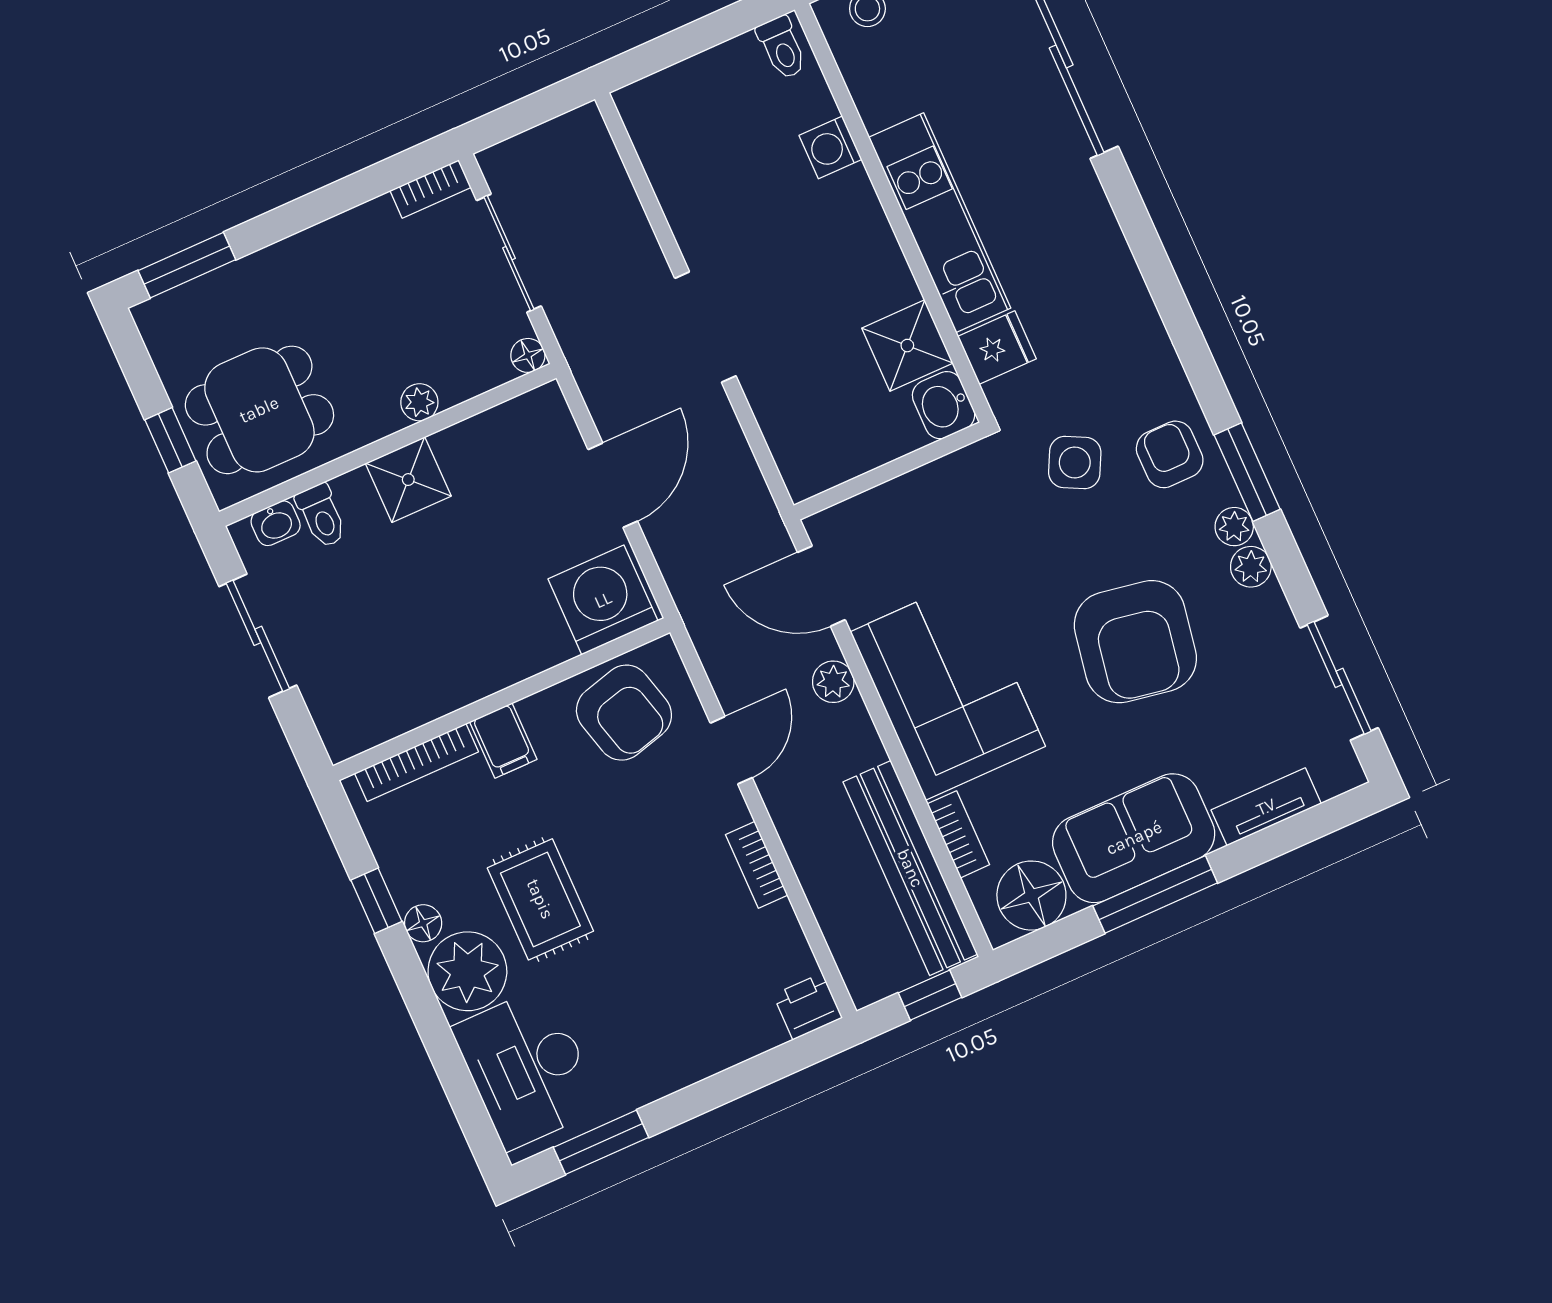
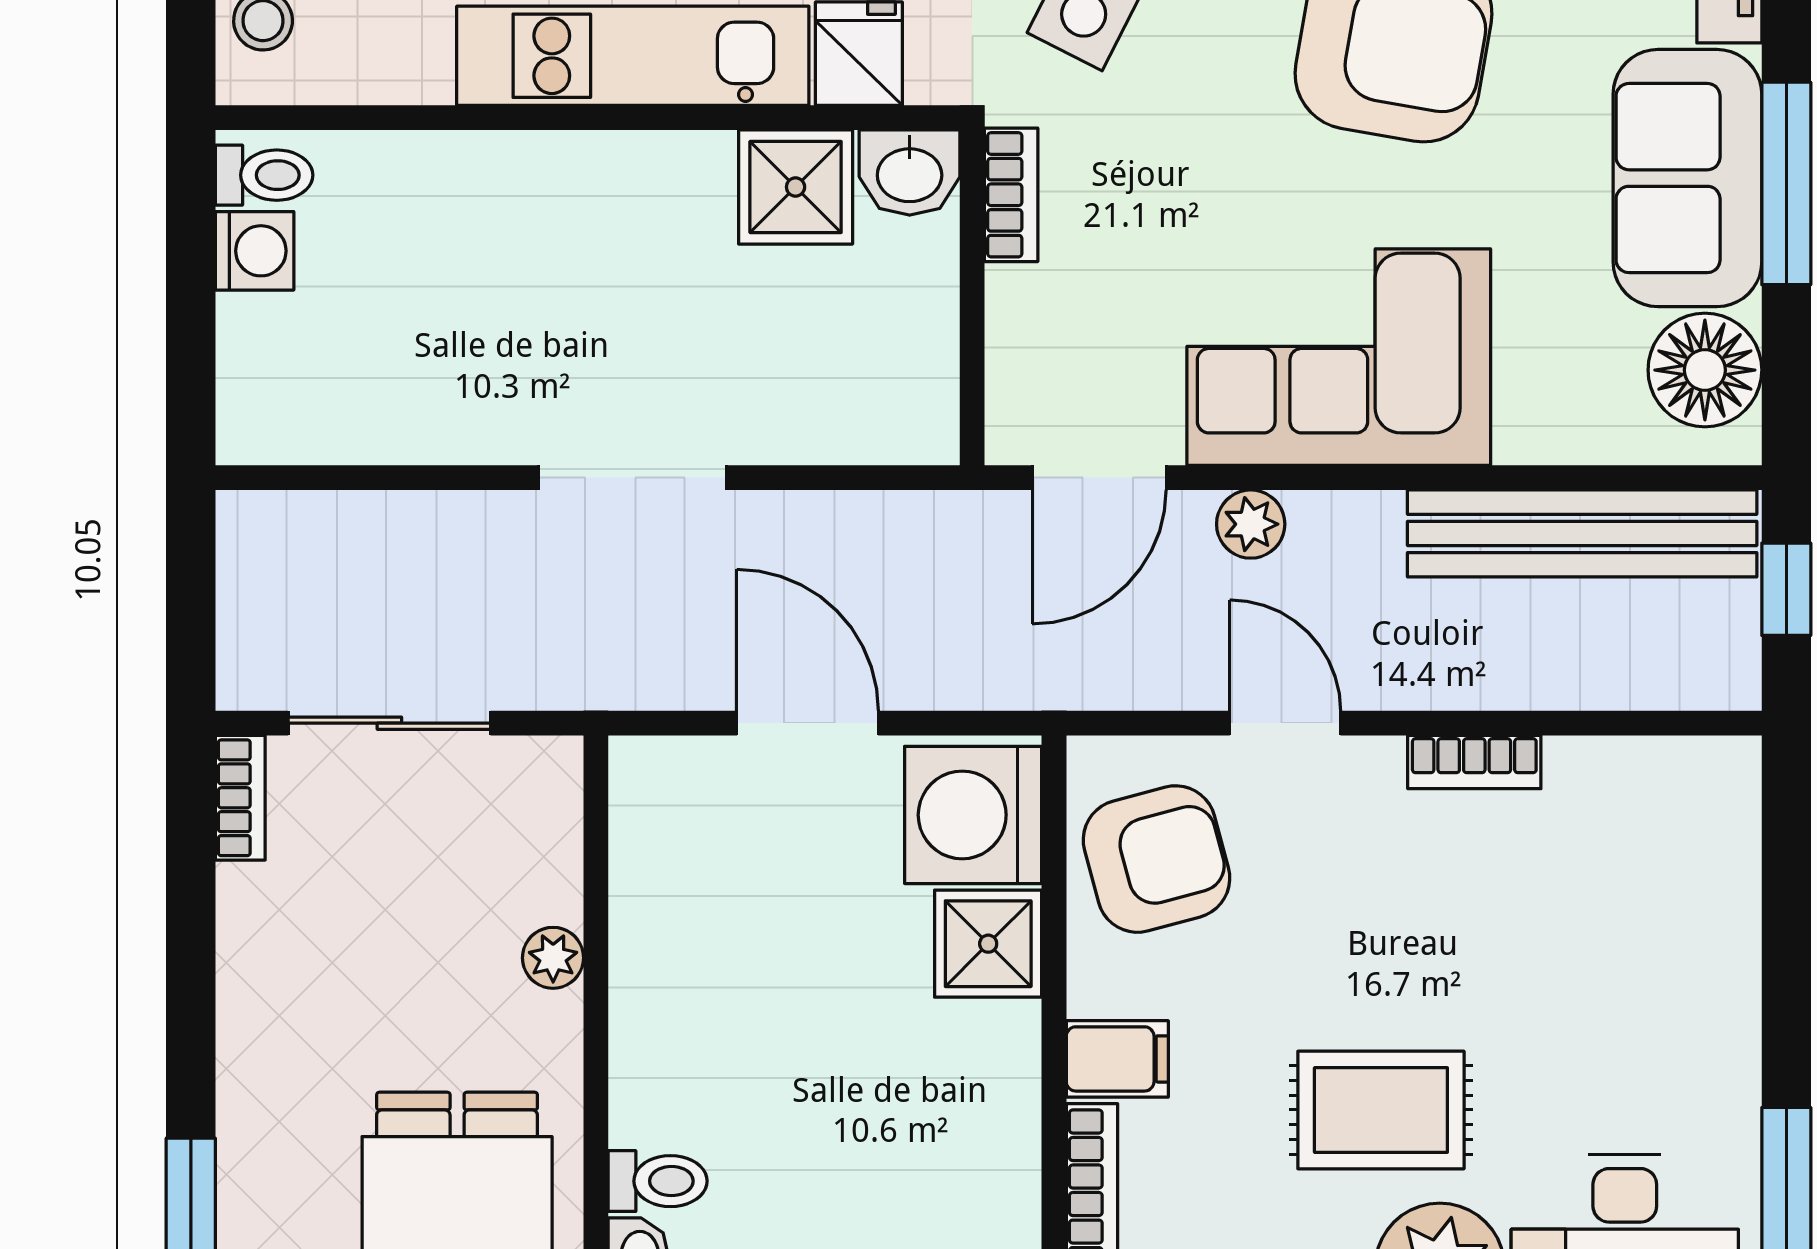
washing machine: (831, 147) -> (255, 251), moved, turned -90
floor lamp: (528, 355) -> (556, 763), removed
shower: (408, 480) -> (988, 944), moved
bookcase: (958, 834) -> (1011, 195), moved, turned 90
printer: (808, 1006) -> (1721, 780), removed

